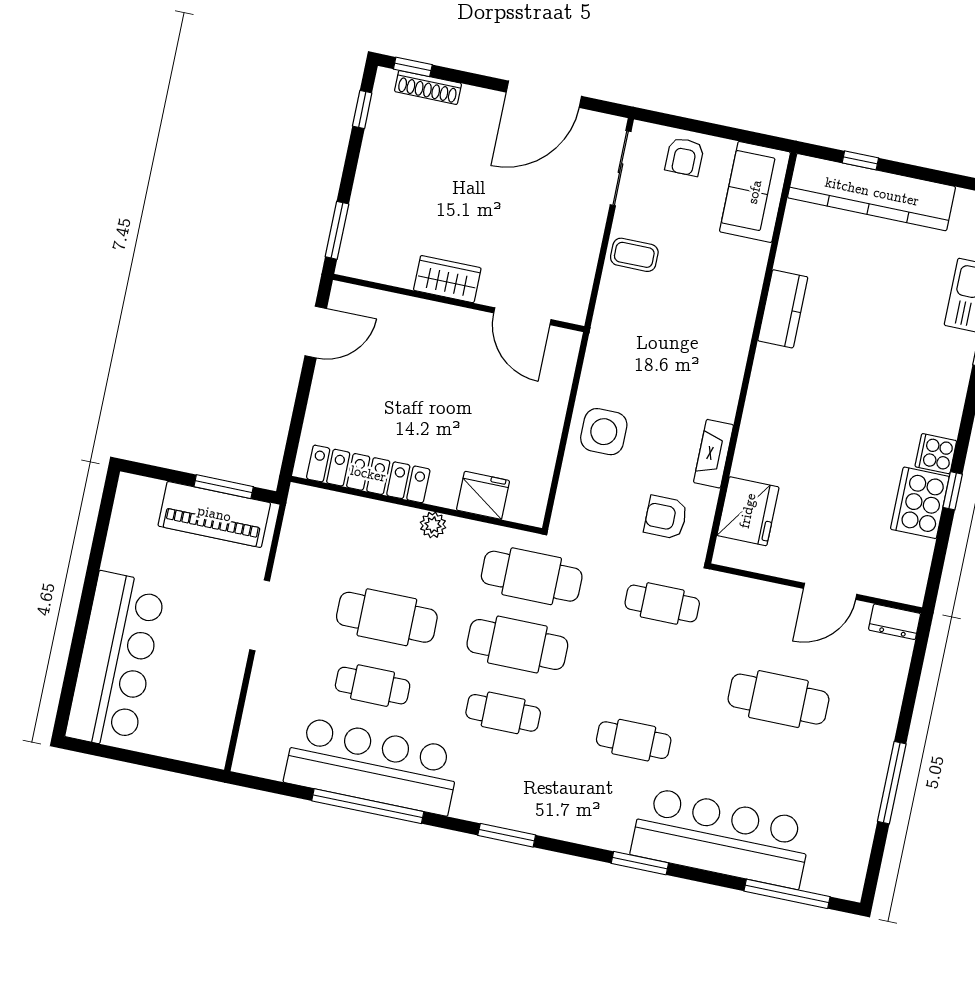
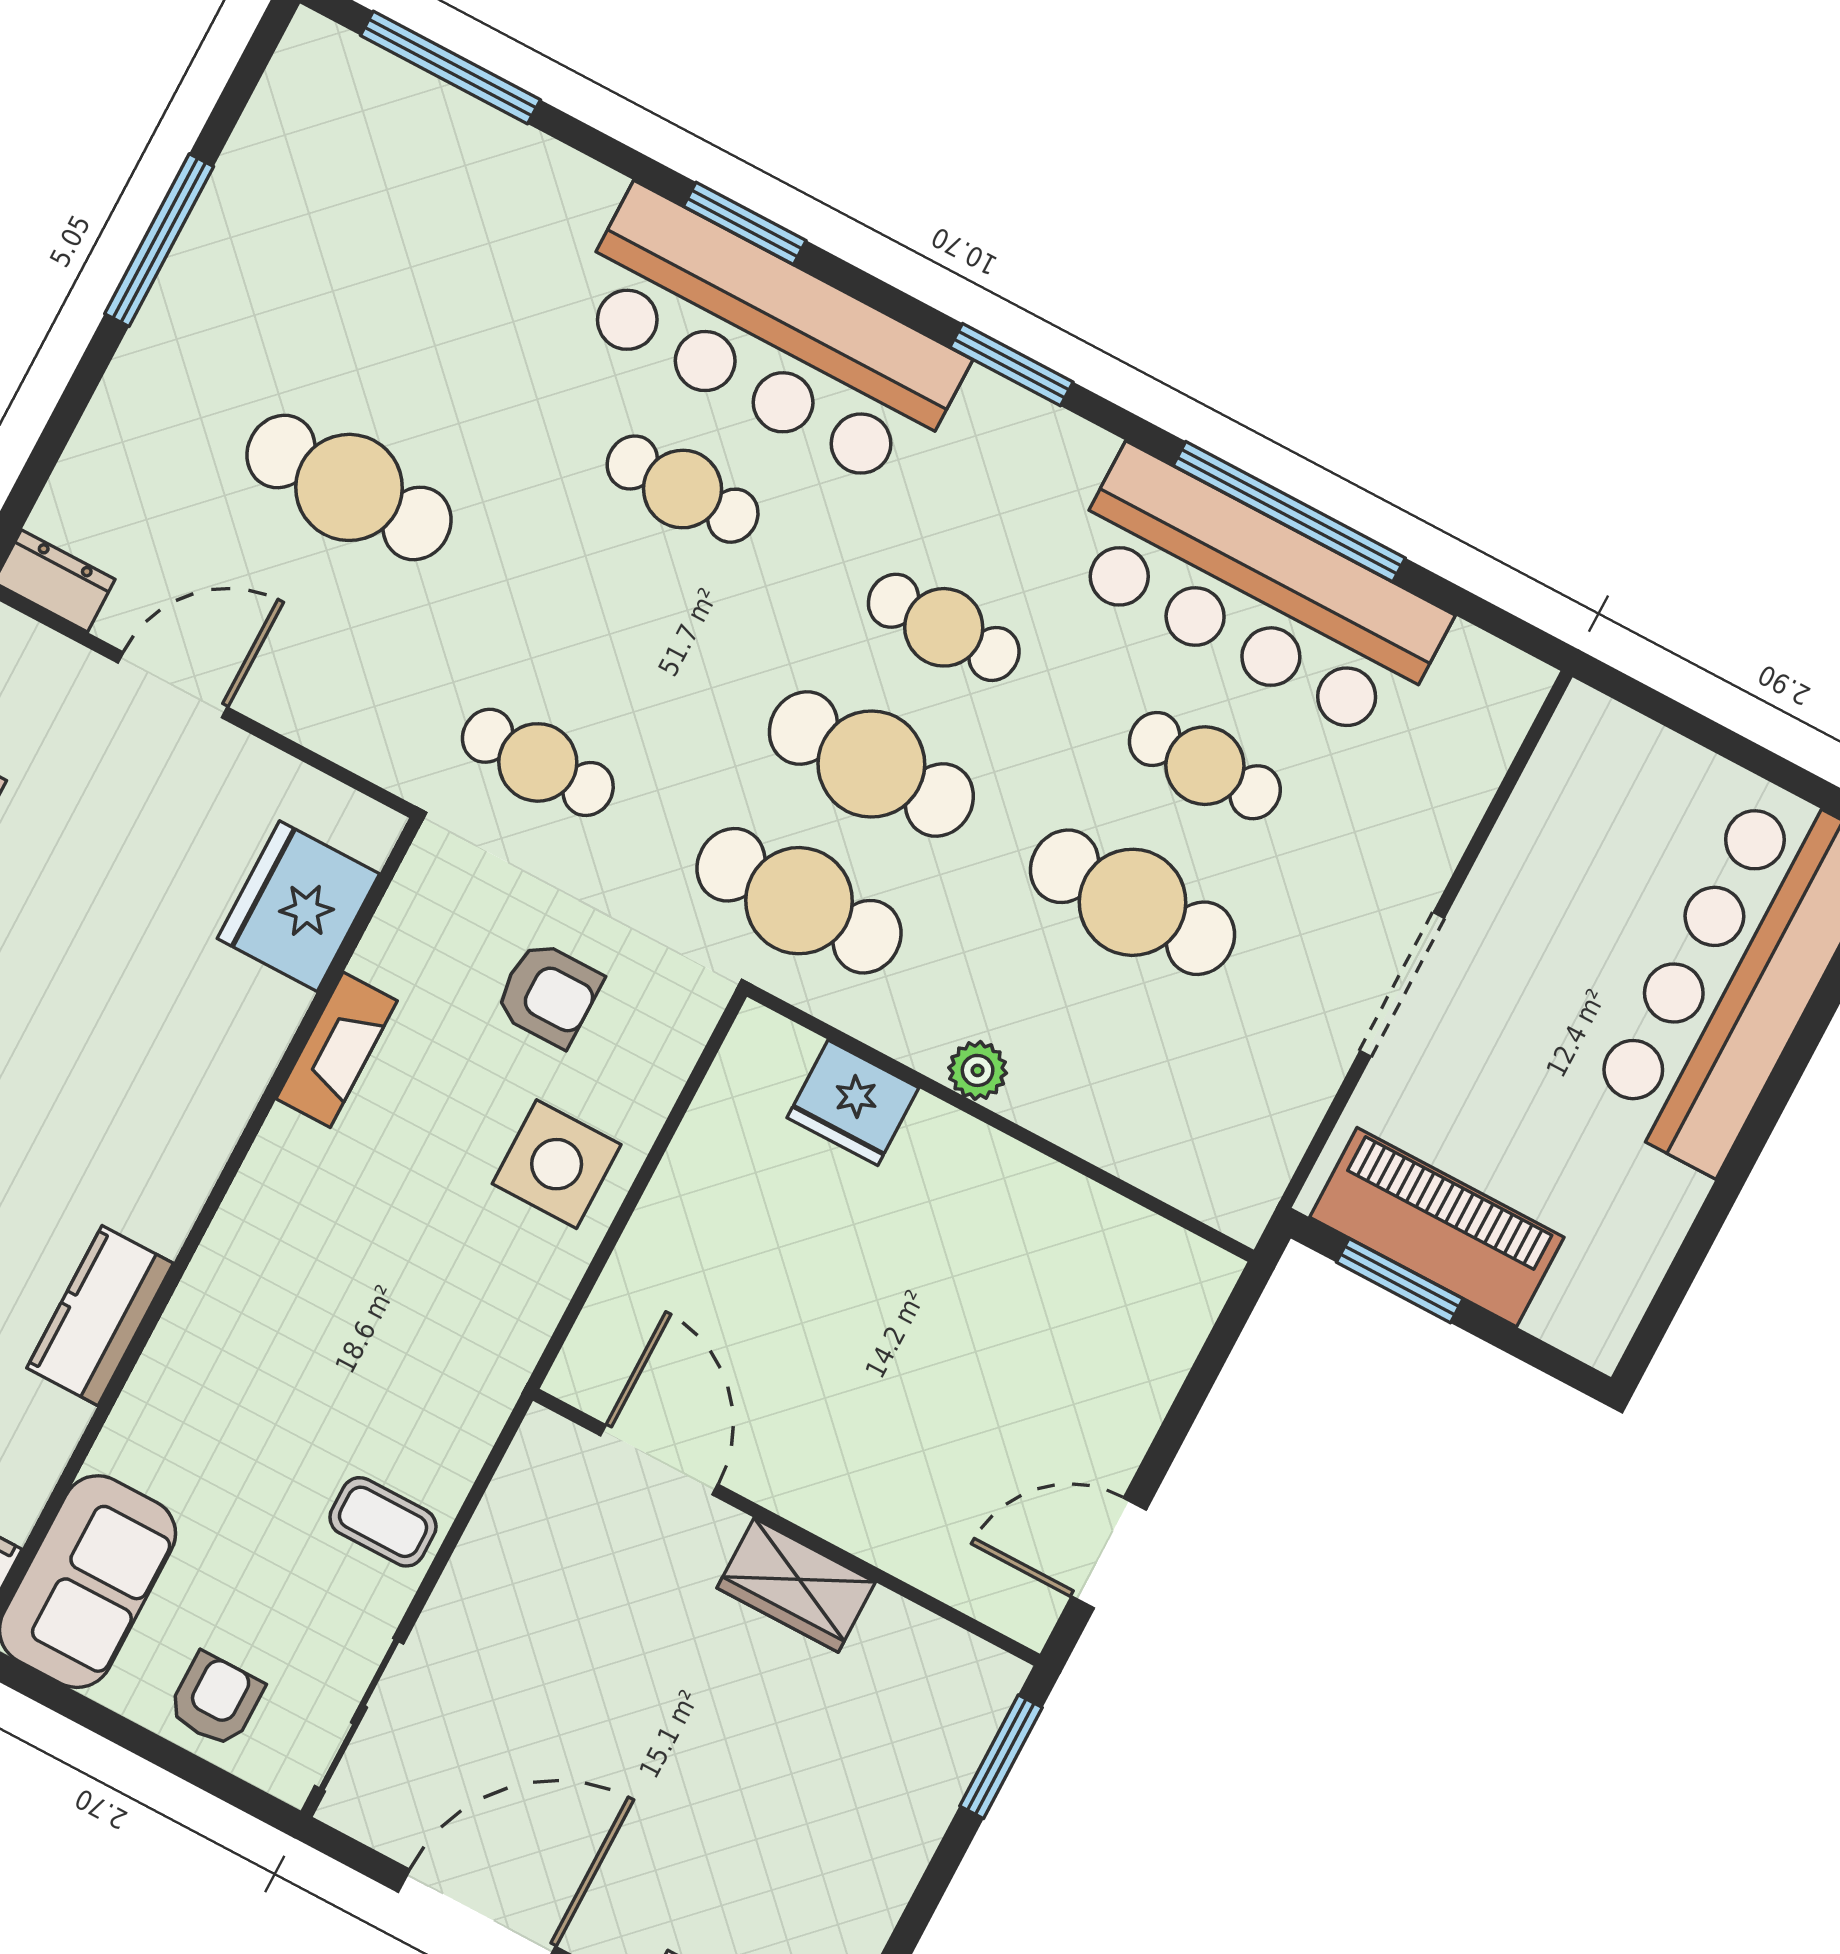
locker: (368, 474) -> (1084, 1219), removed
armchair: (666, 517) -> (549, 994), moved
bar counter: (721, 838) -> (767, 339), moved

